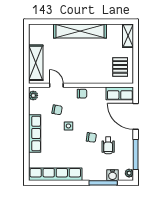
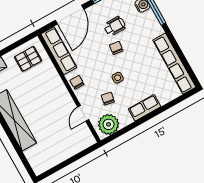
shelving: (36, 63) -> (72, 147), removed
row of seats: (120, 93) -> (59, 51), width x1.48
plant: (33, 95) -> (109, 124), width x1.88, depth x1.88
row of seats: (35, 134) -> (145, 108), width x0.68

